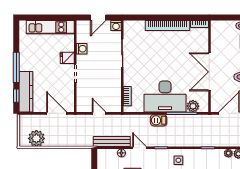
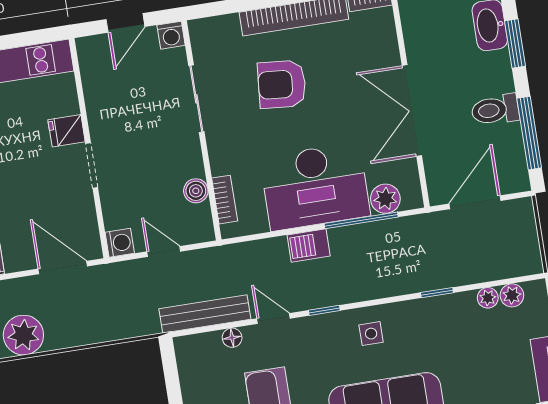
washing machine: (82, 49) -> (120, 243), moved
armchair: (158, 53) -> (282, 84), added
boiler: (116, 91) -> (196, 191), added

